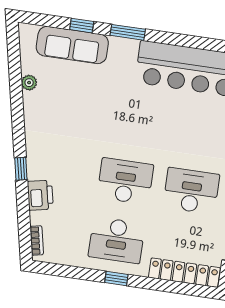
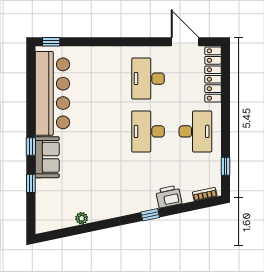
window: (128, 32) -> (31, 146), width x0.67
sofa: (72, 45) -> (47, 157), moved, width x0.73
window: (116, 279) -> (225, 166), moved

